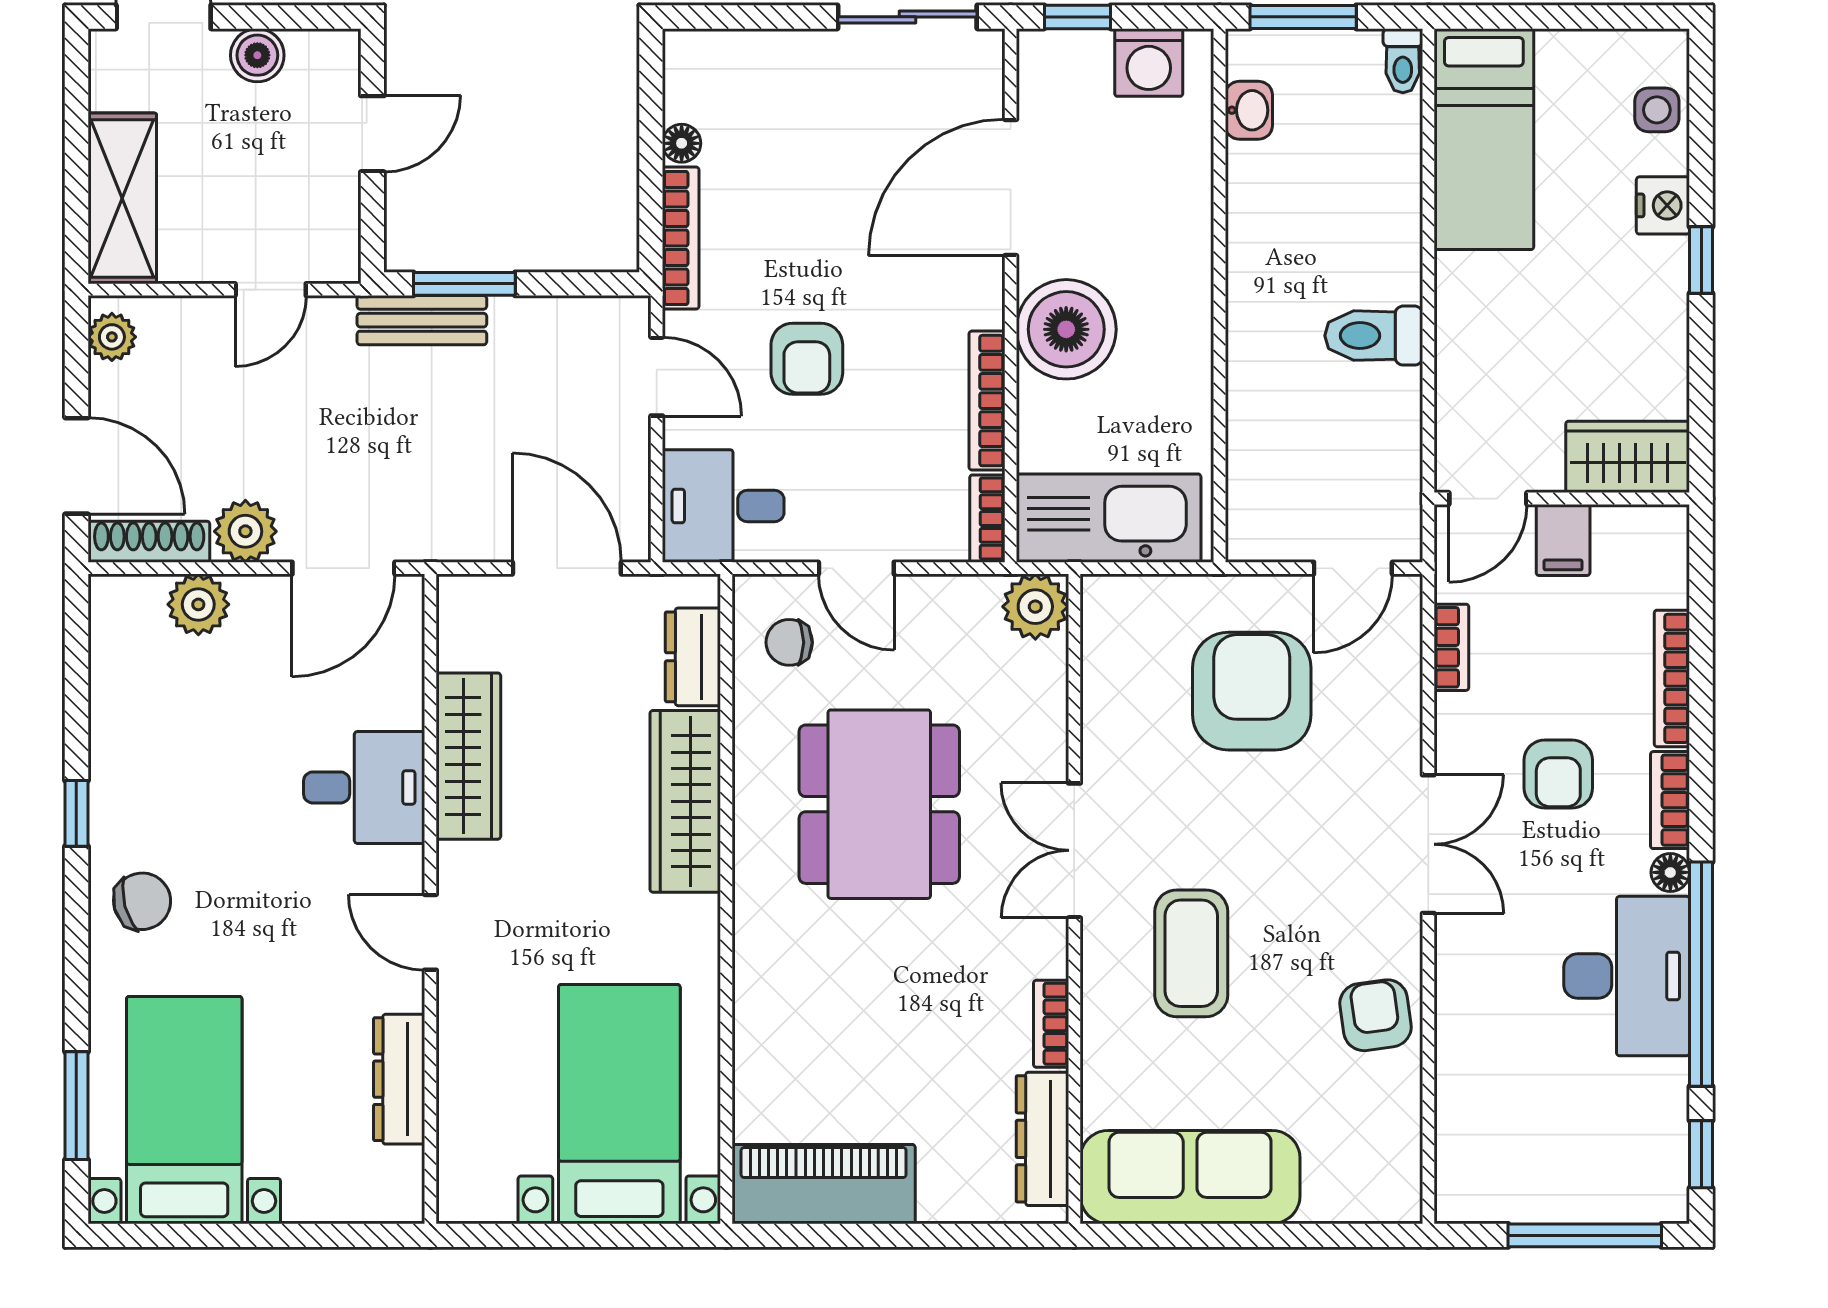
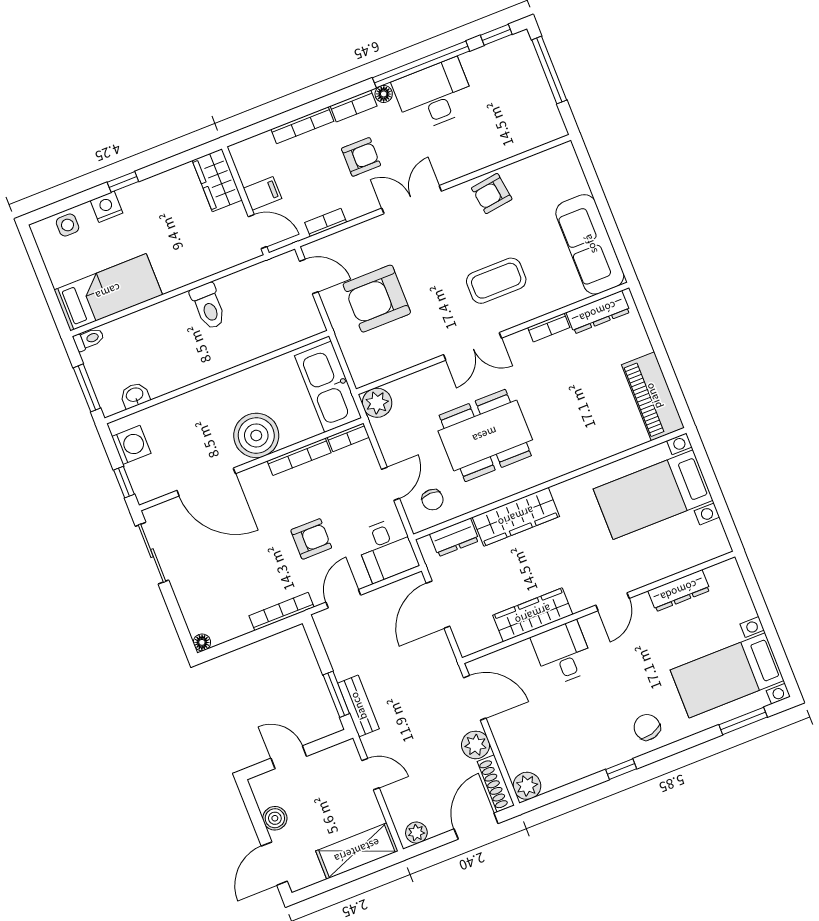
floor lamp: (682, 143) -> (202, 642), moved
plant: (198, 604) -> (527, 786), moved

